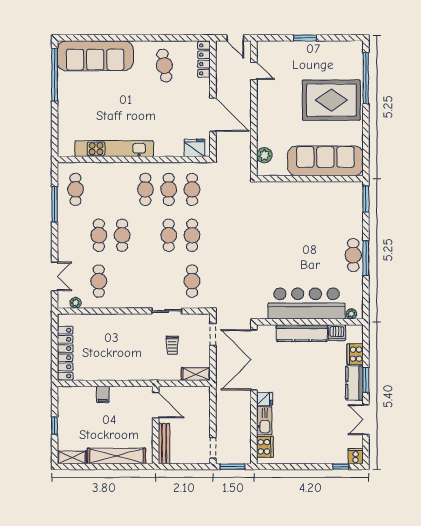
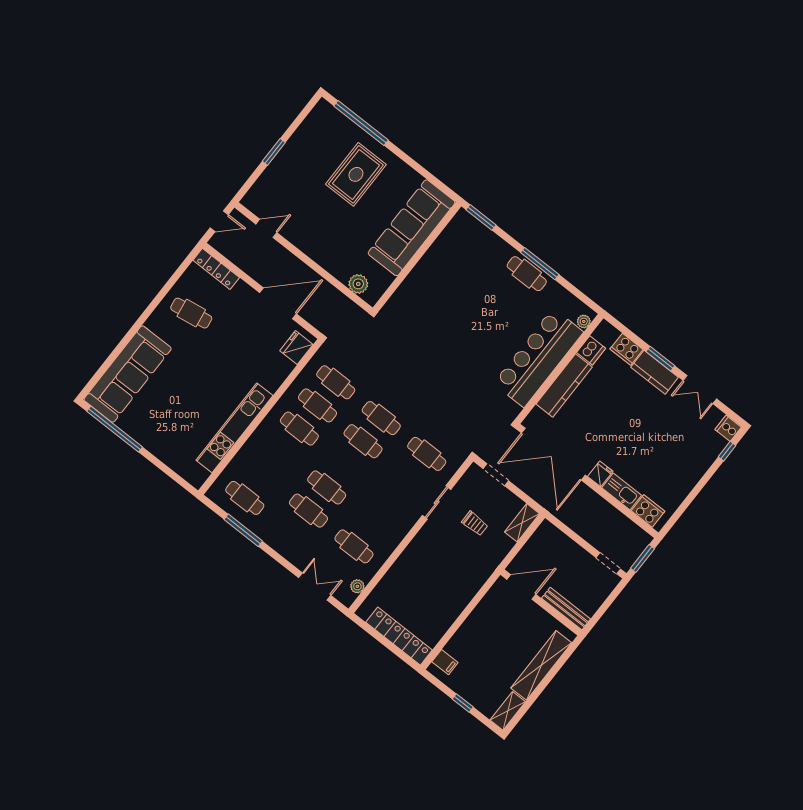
rug: (331, 100) -> (356, 174), width x0.73, depth x0.69
filing cabinet: (103, 394) -> (445, 662), moved

